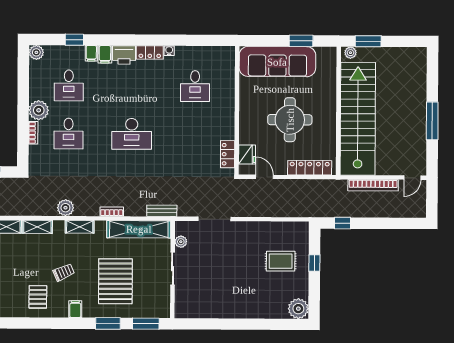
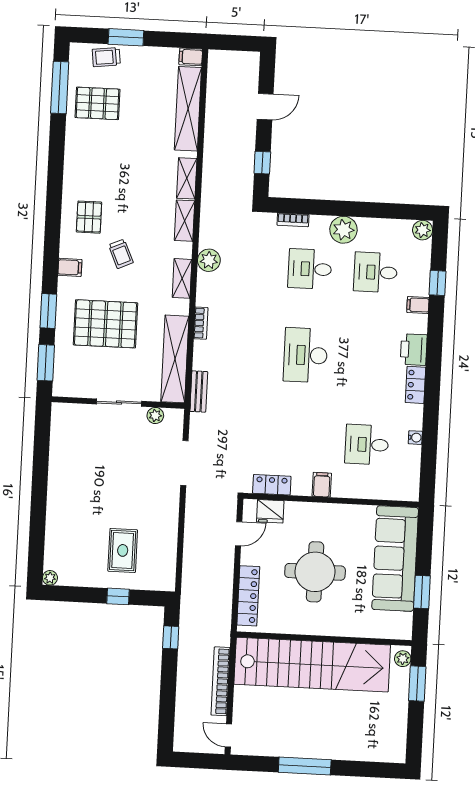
water cooler: (169, 51) -> (415, 438), moved
filing cabinet: (105, 54) -> (322, 485), moved, turned 90
bookcase: (33, 133) -> (293, 220), moved
pallet: (38, 297) -> (89, 217), turned 90
plant: (298, 309) -> (50, 578), width x0.53, depth x0.53

